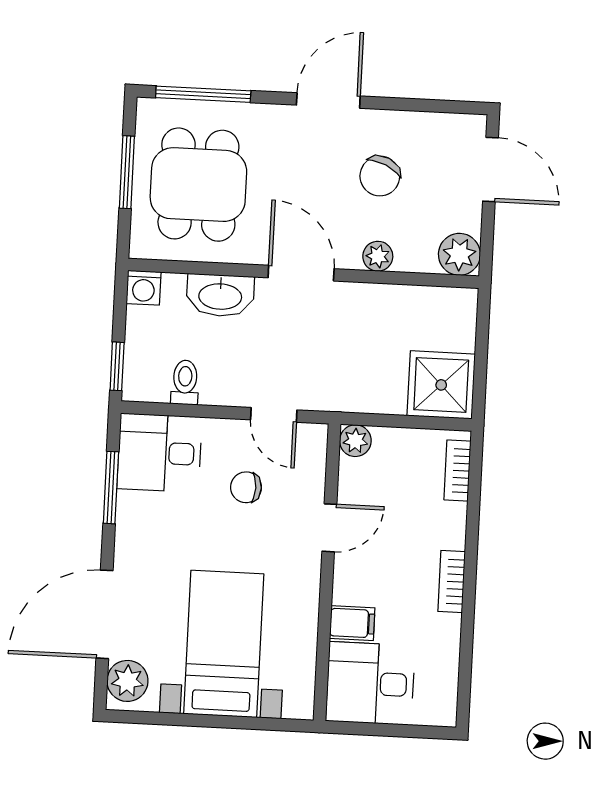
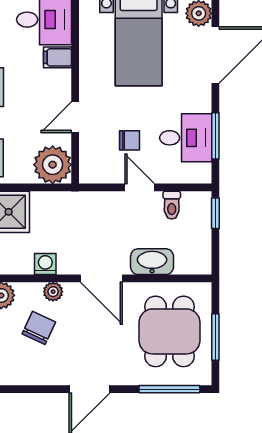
chair: (380, 176) -> (39, 328), moved
washing machine: (144, 288) -> (45, 264), moved
door: (274, 415) -> (140, 187), moved
plant: (355, 441) -> (53, 165), width x1.87, depth x1.87
desk: (159, 453) -> (186, 138), moved

